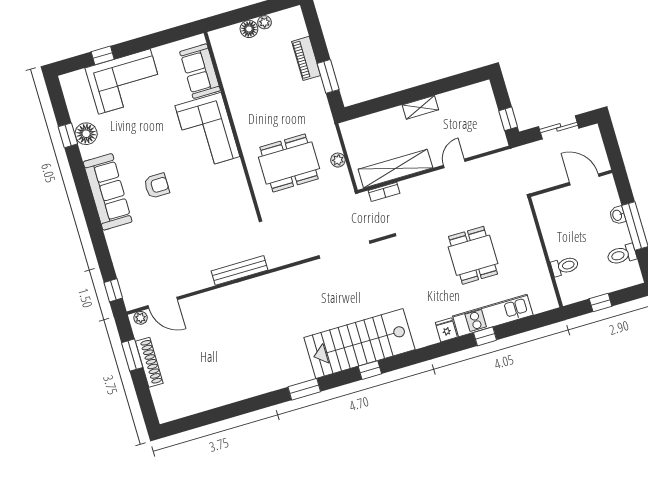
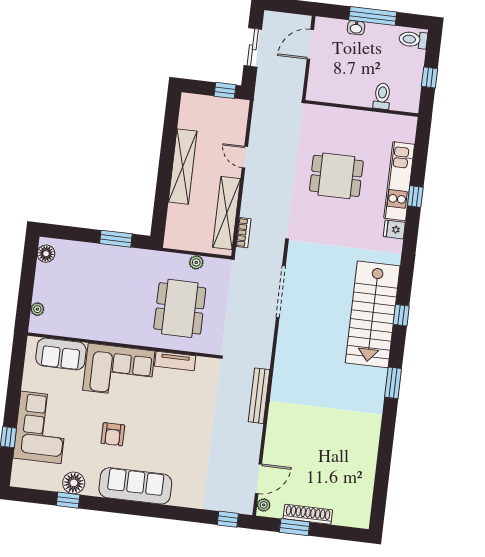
plant: (265, 22) -> (37, 309), moved
floor lamp: (249, 29) -> (46, 254), moved
piano: (306, 58) -> (91, 252), removed
shelving: (420, 107) -> (183, 167), width x2.20, depth x1.33
tv unit: (239, 179) -> (175, 361), added
armchair: (157, 186) -> (113, 434), moved, turned 180
toilet: (622, 255) -> (413, 40), moved, turned 90

